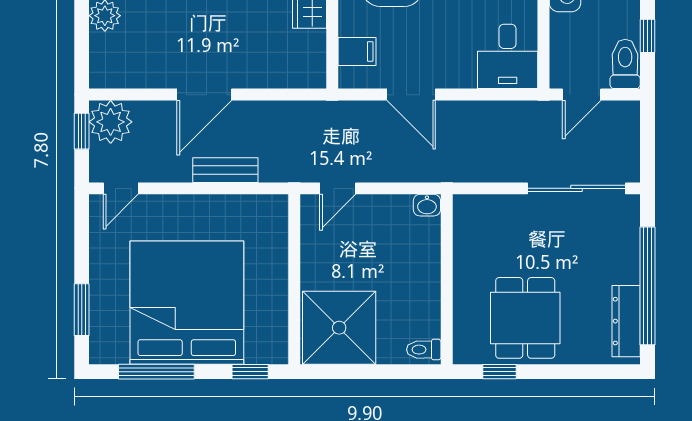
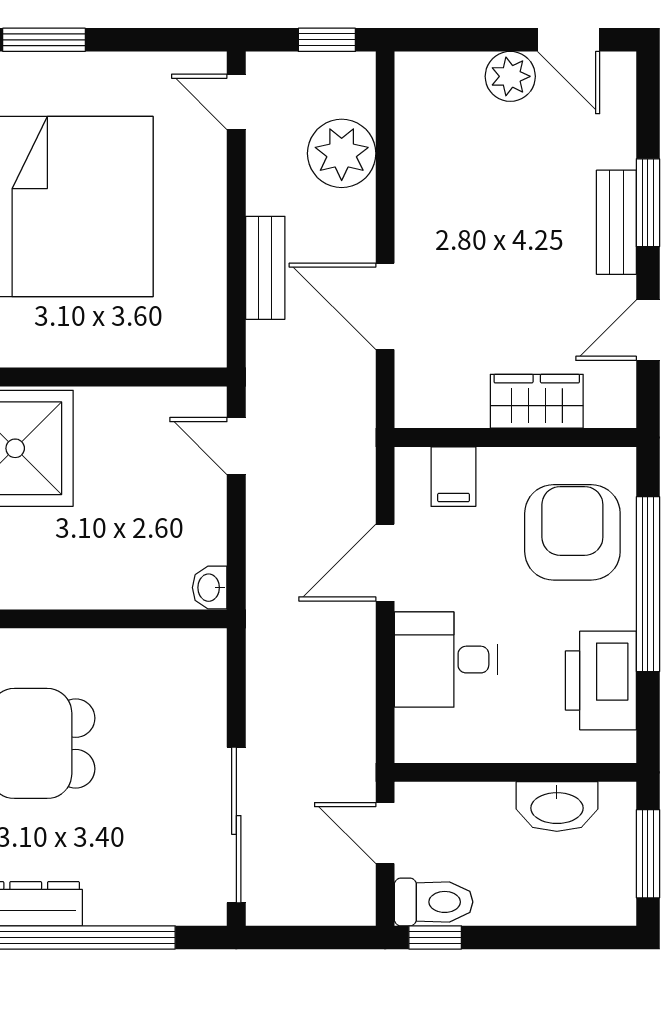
window: (647, 36) -> (435, 937), moved
desk: (508, 56) -> (446, 660), moved
door: (204, 95) -> (385, 306), moved
plant: (111, 122) -> (342, 153), moved

